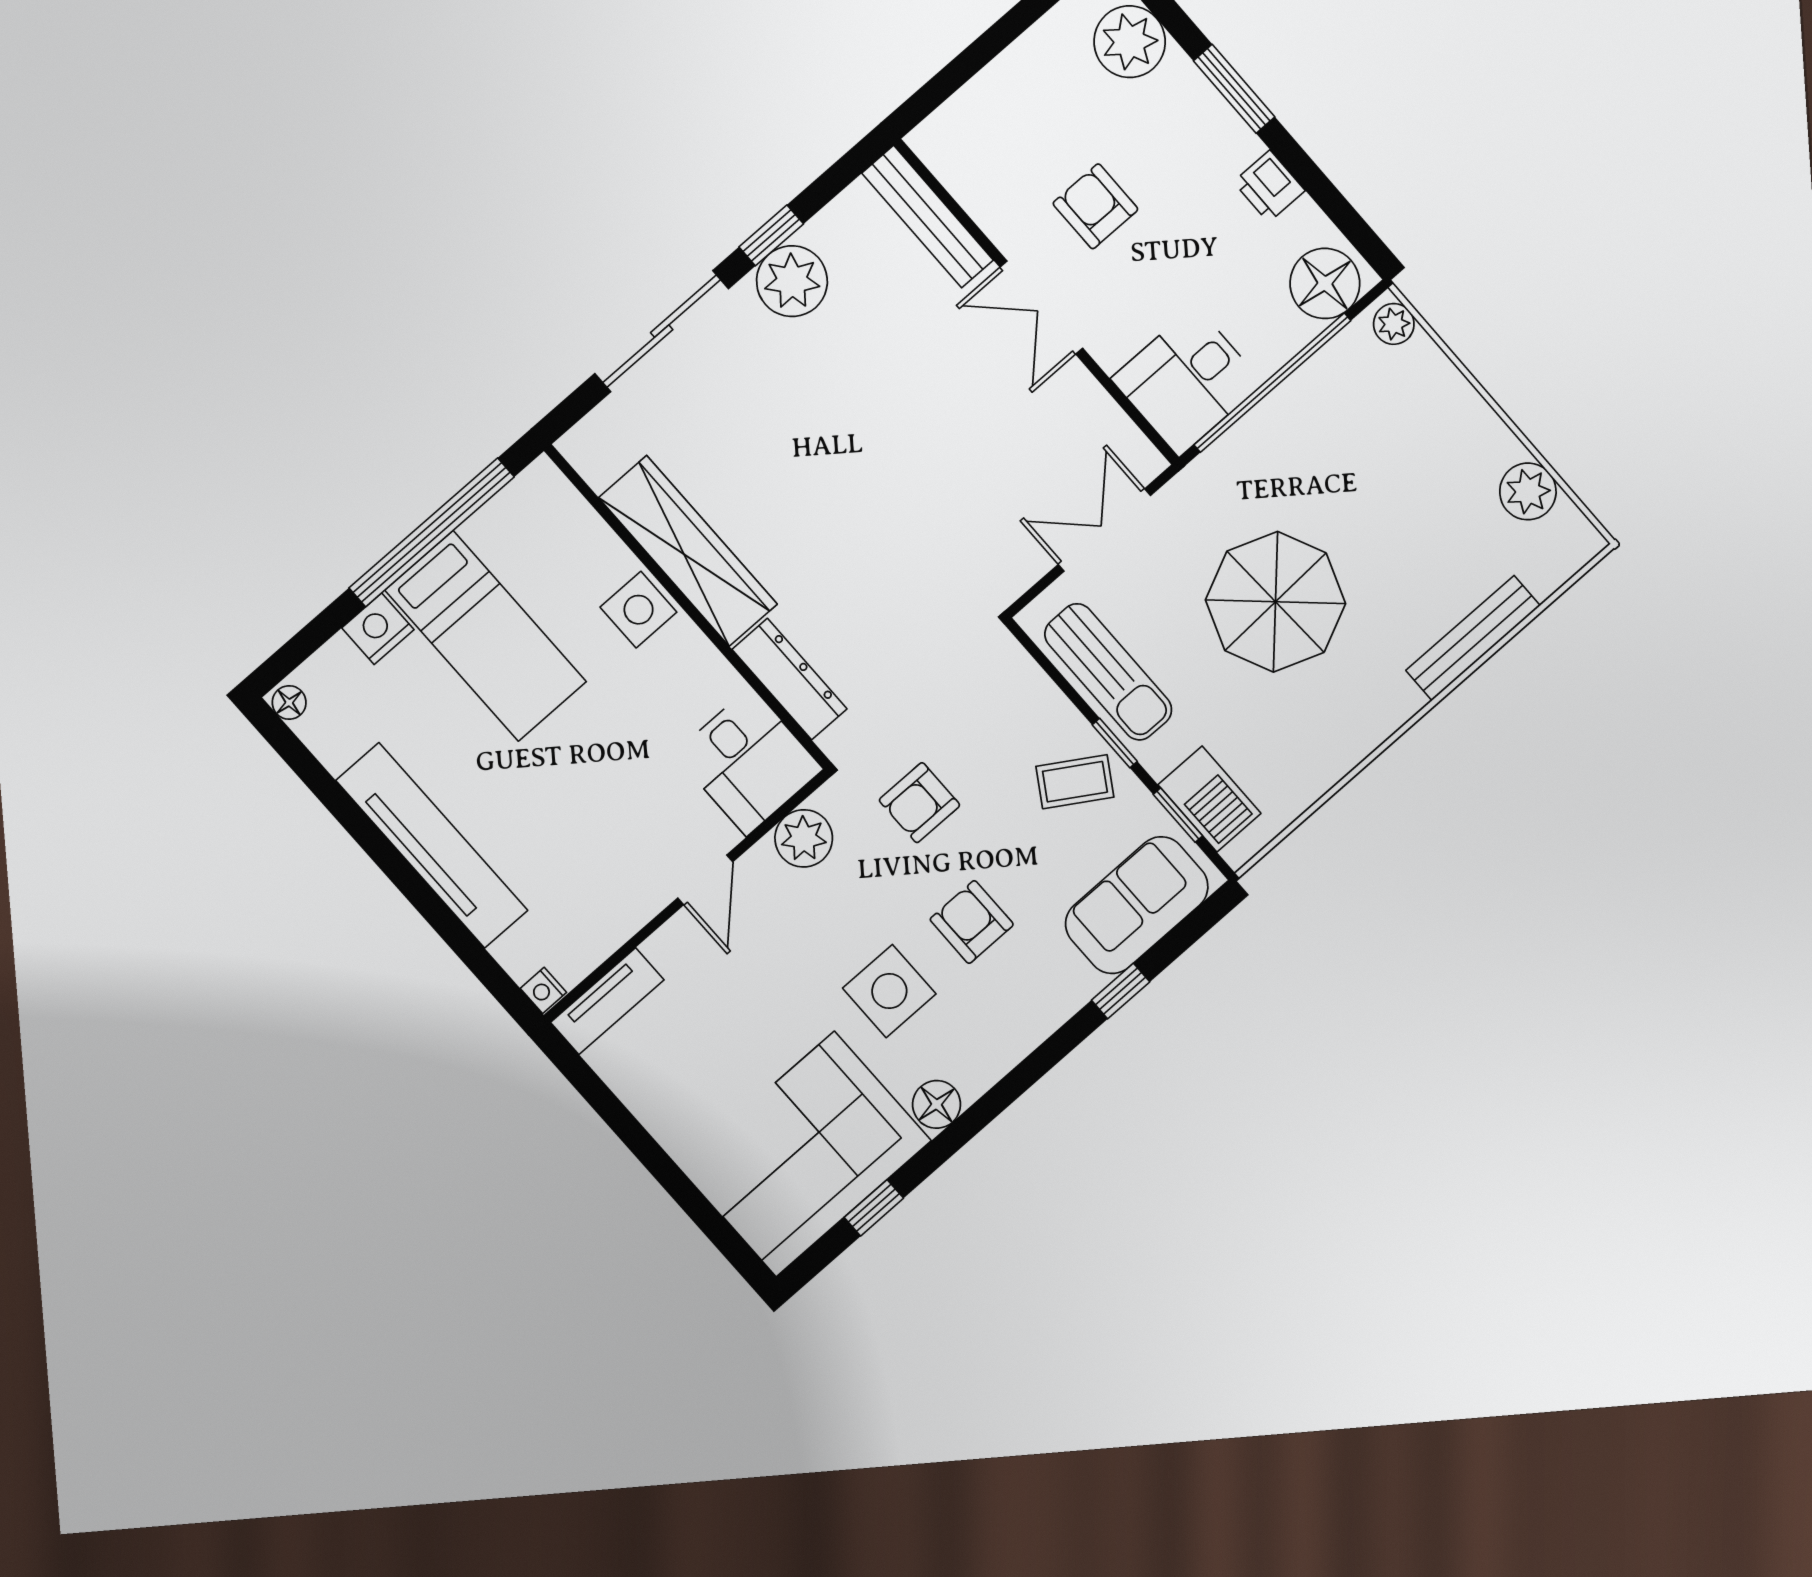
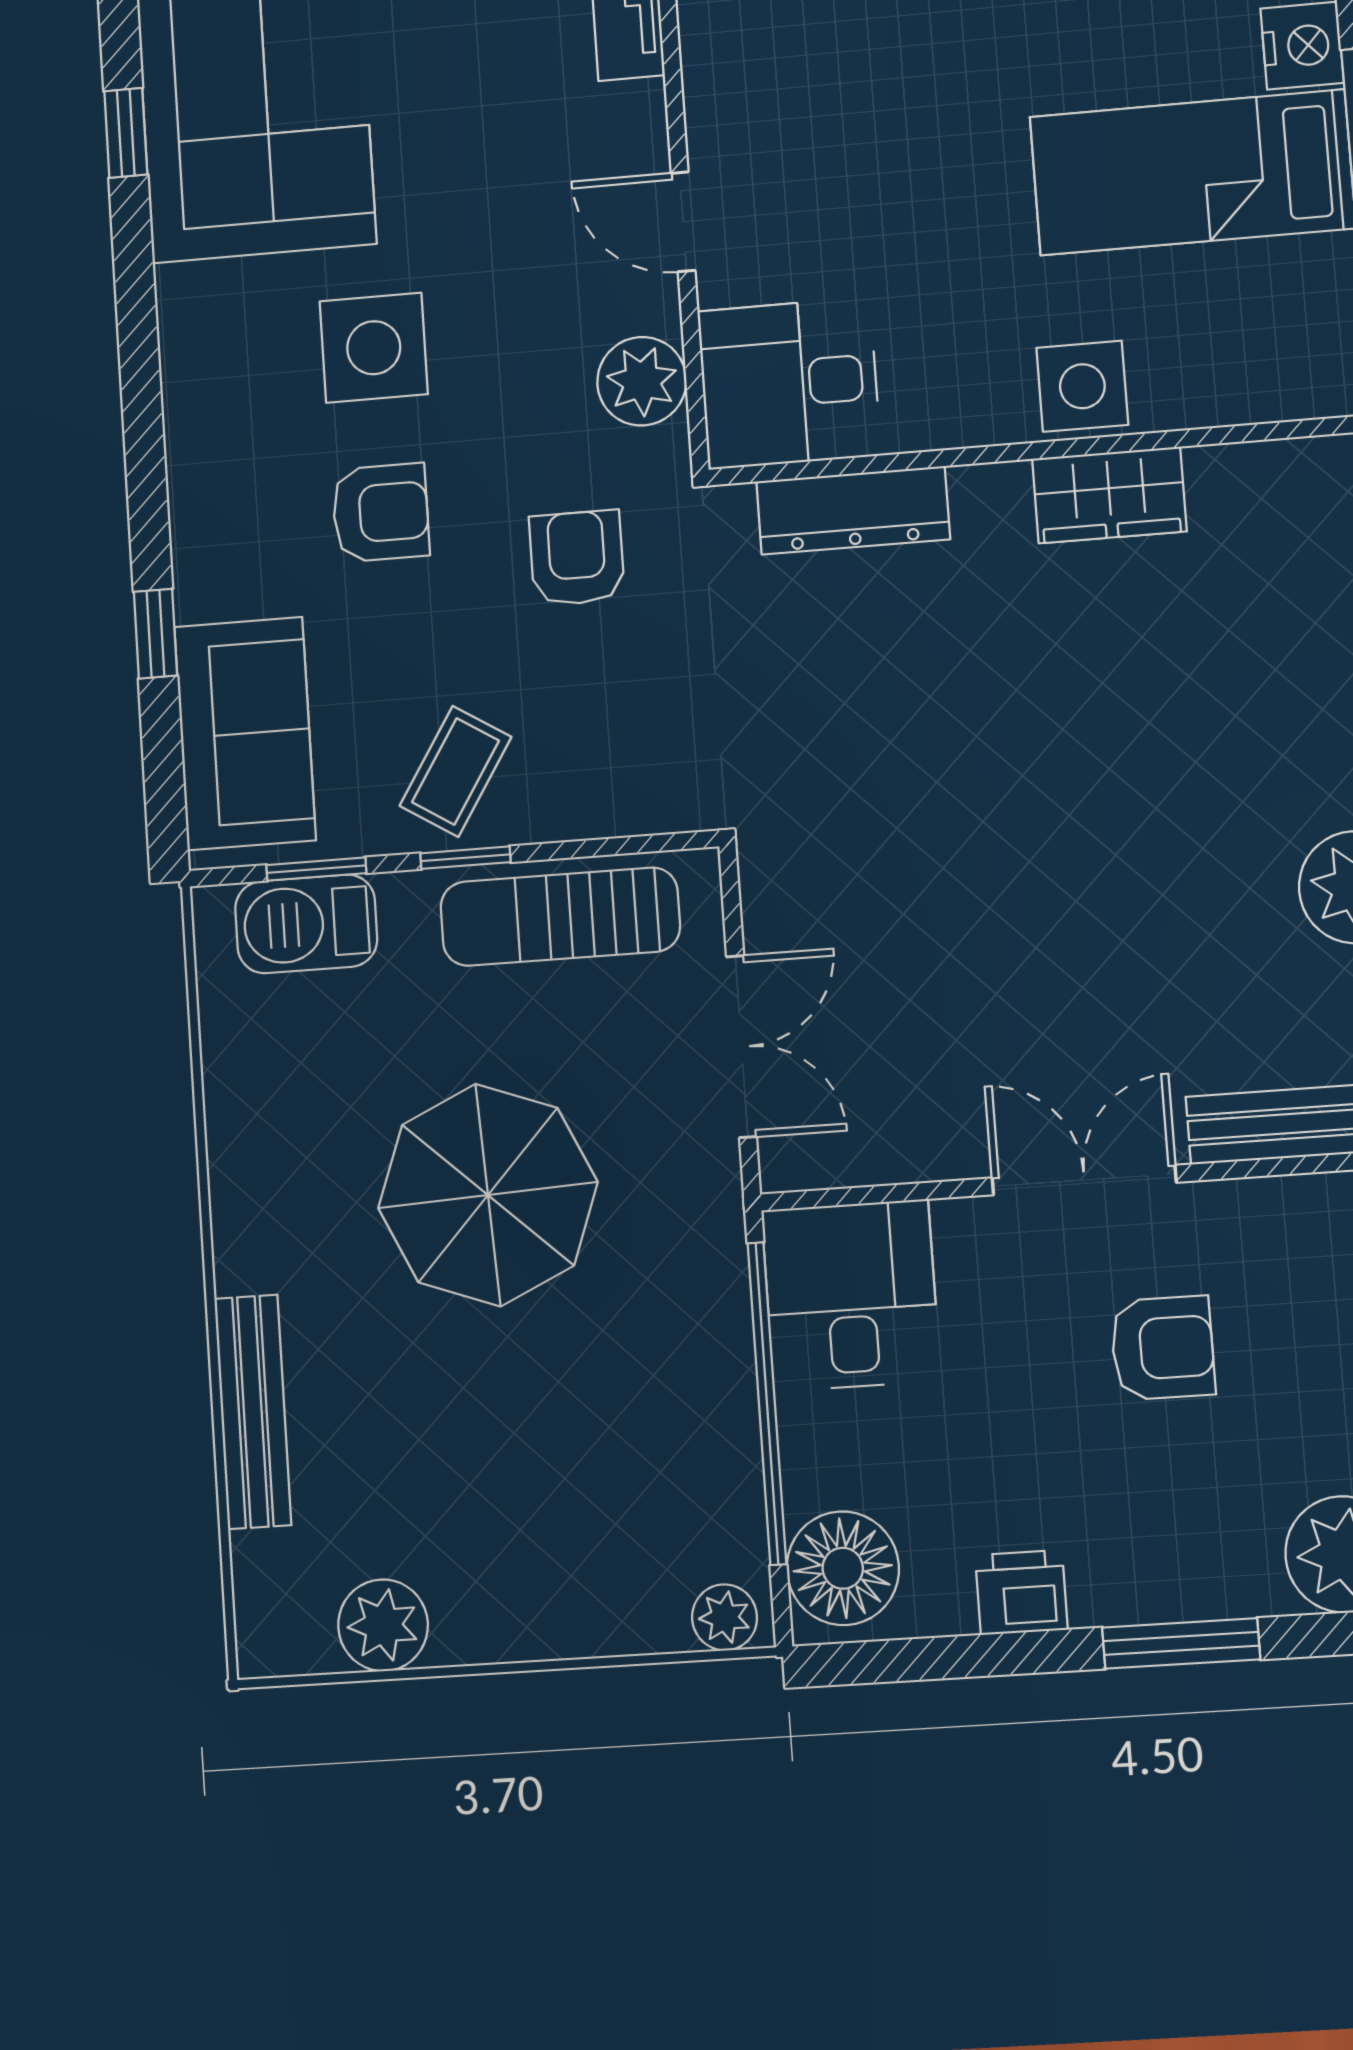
wardrobe: (688, 551) -> (1109, 495), width x0.48, depth x0.85
floor lamp: (937, 1104) -> (192, 303), removed

